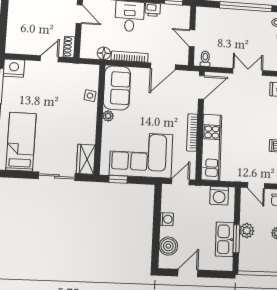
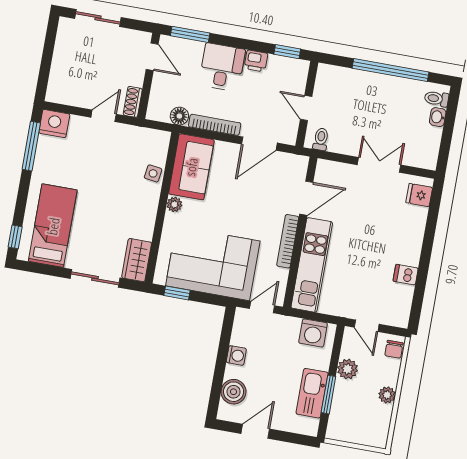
door: (201, 87) -> (306, 198), moved
plant: (247, 231) -> (348, 369), moved

